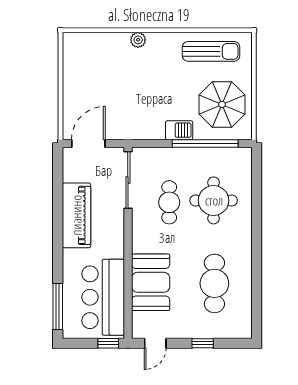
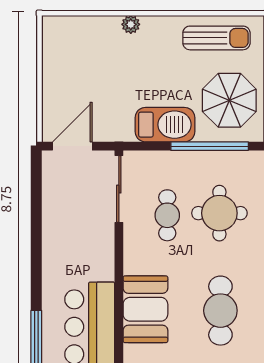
barbecue: (179, 130) -> (165, 125), width x1.88, depth x1.53
piano: (76, 215) -> (58, 231), removed

